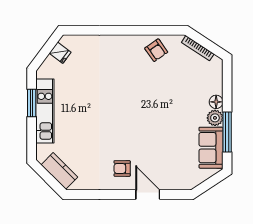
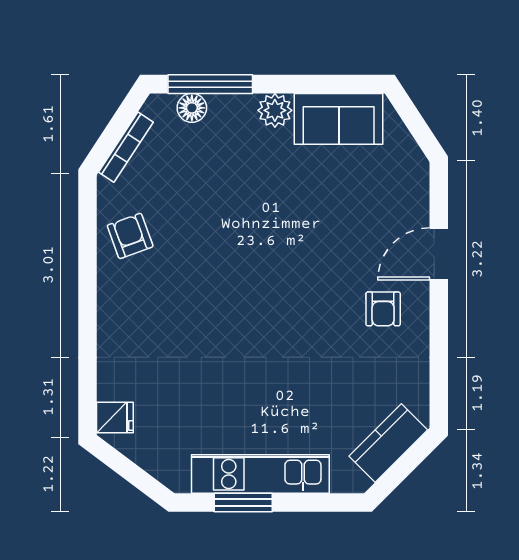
armchair: (156, 50) -> (130, 236), turned -75
fridge: (60, 53) -> (115, 417), moved, turned 53
floor lamp: (216, 102) -> (192, 108), moved
window: (227, 132) -> (210, 84), moved

